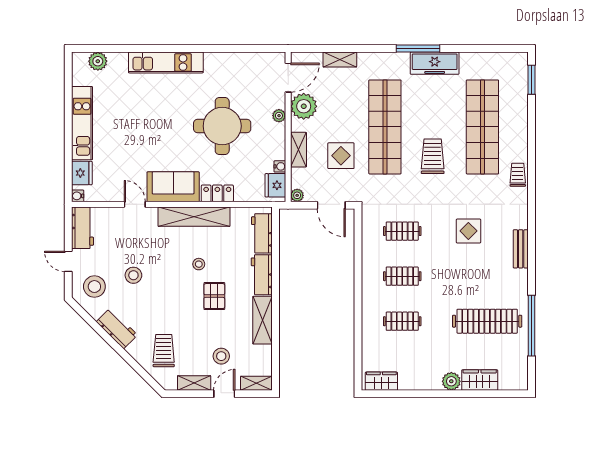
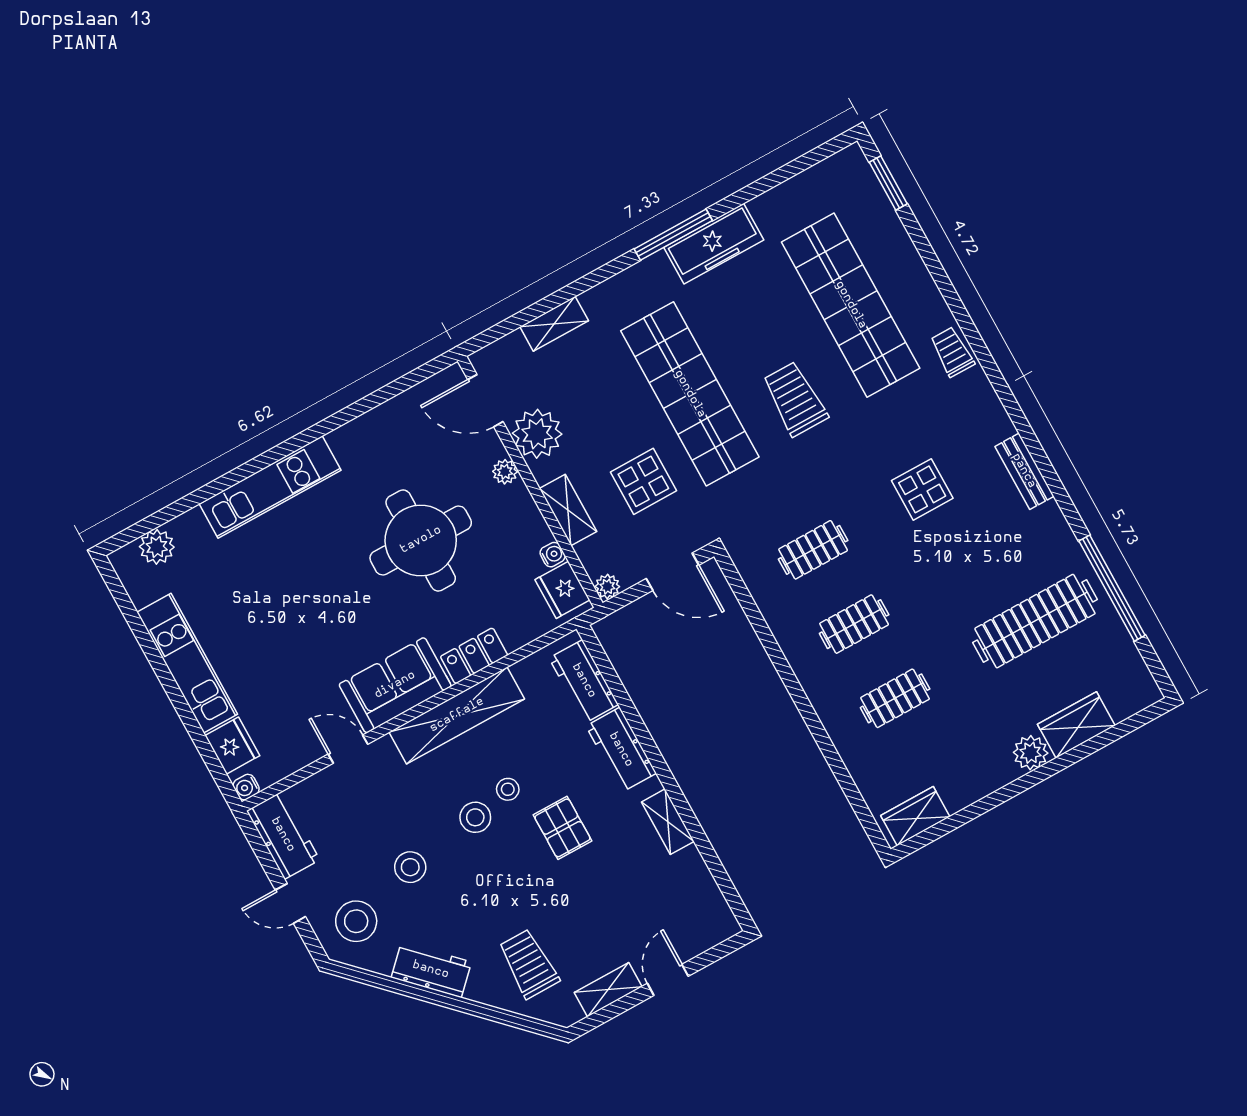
door: (288, 78) -> (485, 401), swing flipped
shelving: (262, 320) -> (668, 822), width x0.67, depth x0.75
stool: (221, 356) -> (475, 817), moved
shelving: (256, 383) -> (711, 933), removed

